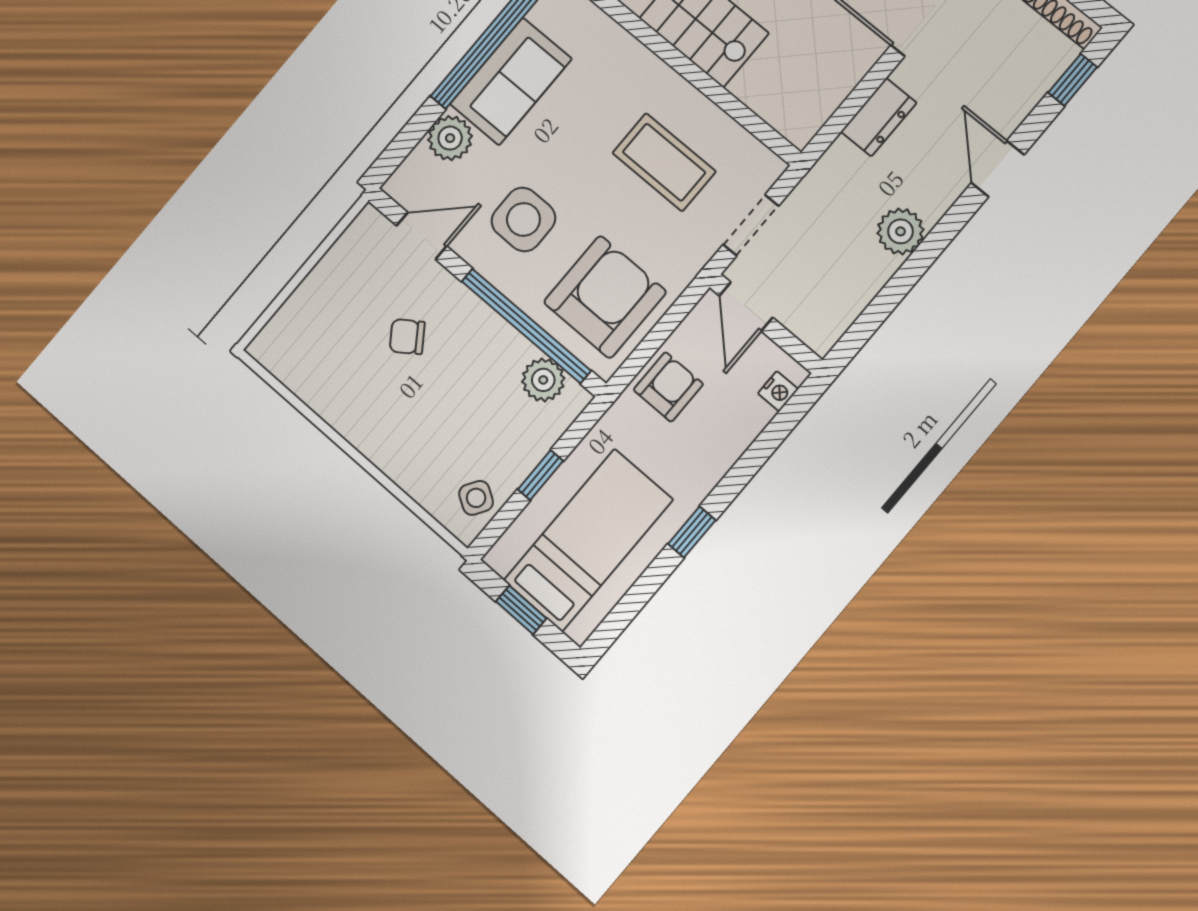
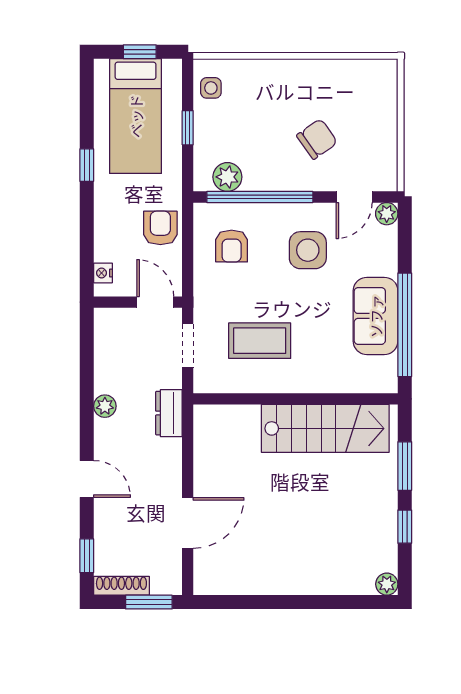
dresser: (879, 117) -> (169, 413), moved
plant: (450, 138) -> (387, 214), moved, width x0.73, depth x0.73
plant: (901, 231) -> (105, 406), width x0.73, depth x0.73
armchair: (605, 297) -> (232, 246), width x0.53, depth x0.53
chair: (407, 337) -> (317, 139), width x1.37, depth x1.37
armchair: (668, 387) -> (160, 228), turned 180
side table: (476, 498) -> (211, 88), turned -32

